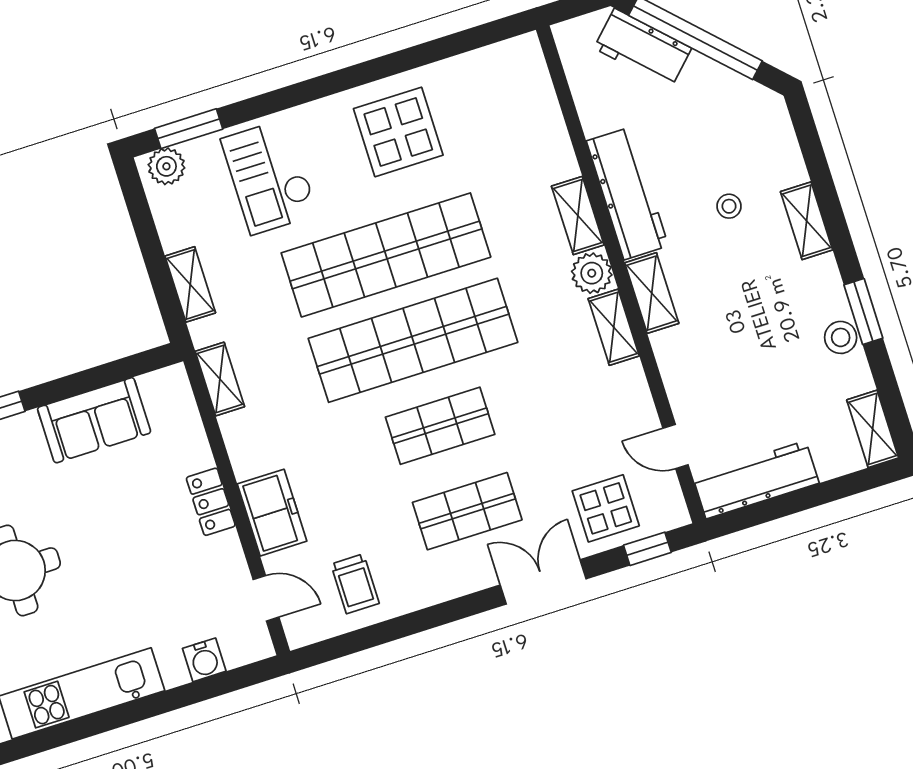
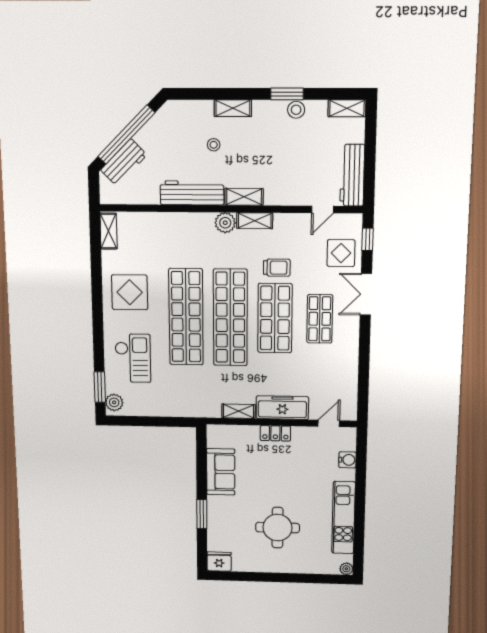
checkout: (269, 177) -> (133, 358), turned -90
shelving: (578, 215) -> (109, 231), moved, turned 90
shelving: (190, 284) -> (172, 410), removed
shelving: (220, 379) -> (239, 411), moved
shop shelf: (440, 426) -> (275, 318), width x1.43, depth x1.36
freezer: (272, 513) -> (282, 408), width x1.40
trolley: (355, 584) -> (277, 268), moved

